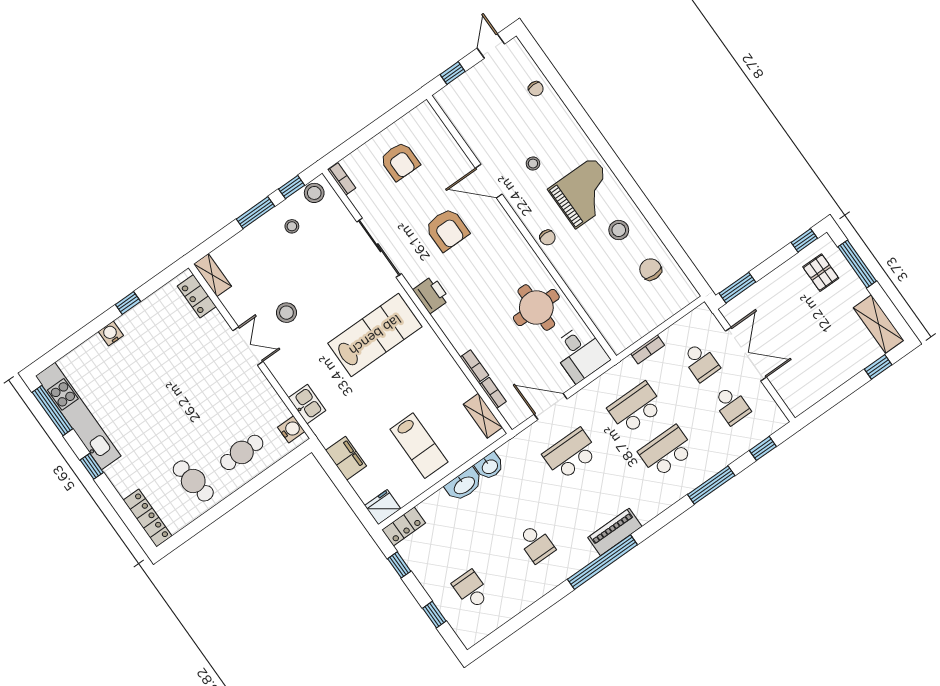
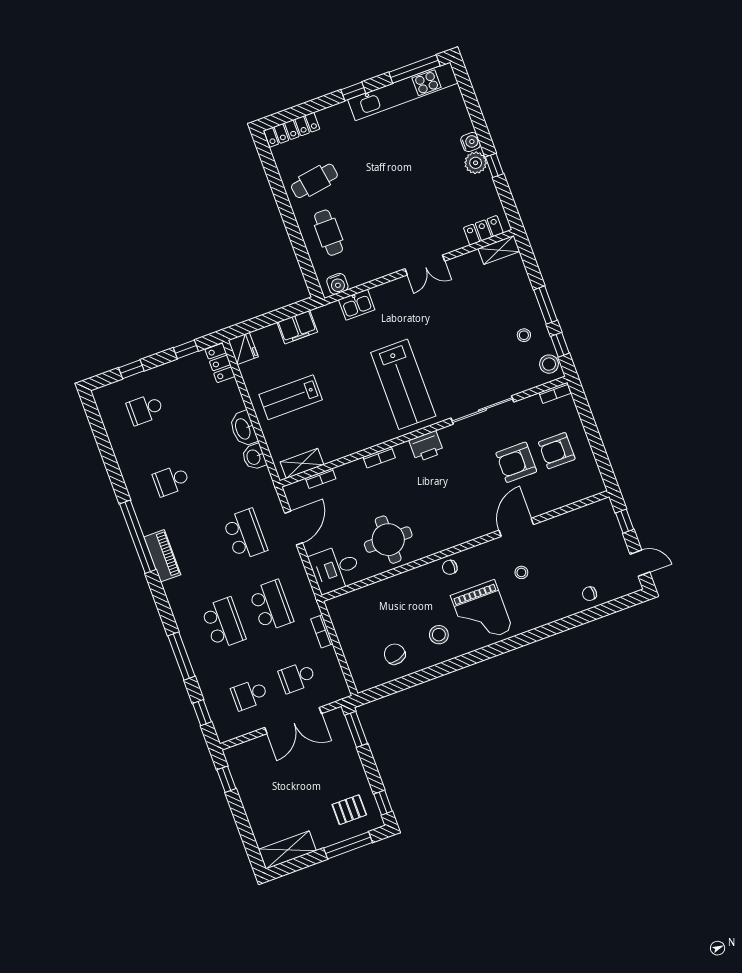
armchair: (447, 230) -> (516, 462), moved
chair: (651, 269) -> (395, 654), turned -106
stool: (286, 313) -> (446, 309), removed
plant: (131, 323) -> (476, 163), added
bookcase: (474, 366) -> (379, 457), moved
window: (878, 367) -> (226, 779), moved
school desk: (471, 590) -> (145, 409), turned 180

